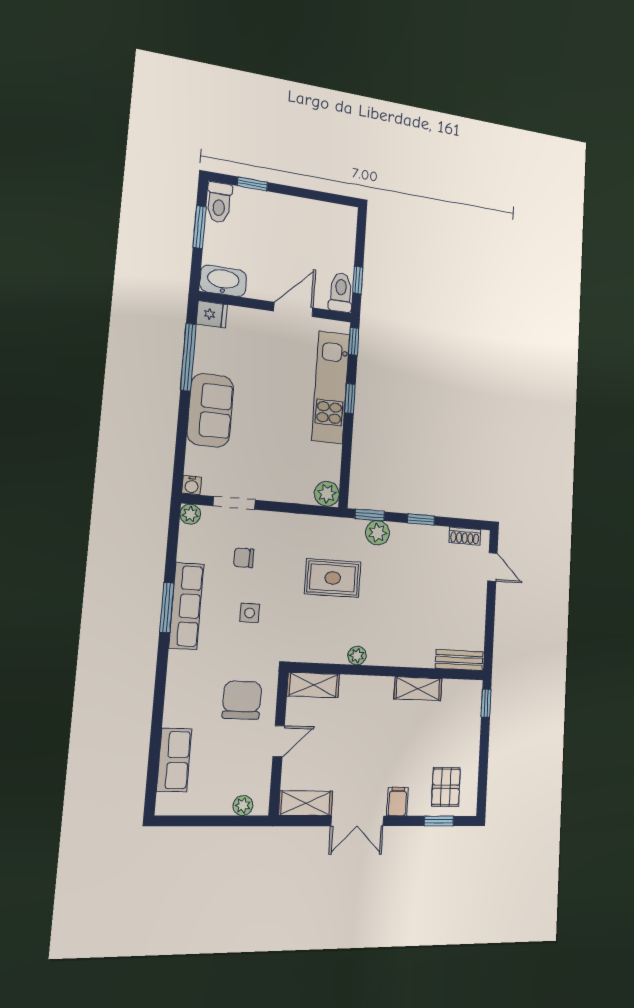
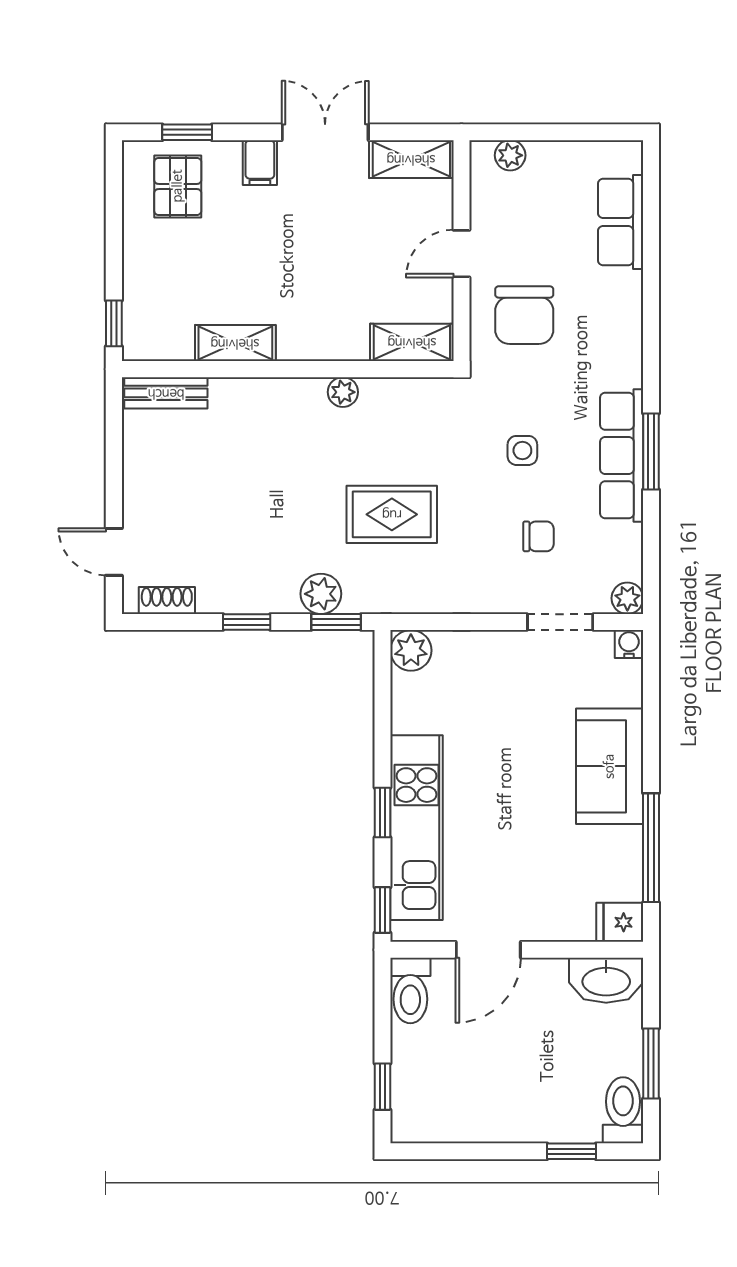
window: (358, 280) -> (382, 1087), moved

